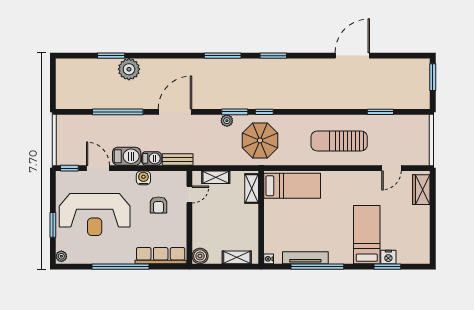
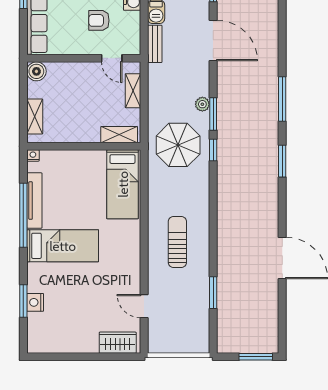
sun lounger: (339, 141) -> (177, 242), width x0.73, depth x0.75
bed: (367, 235) -> (63, 246), moved

